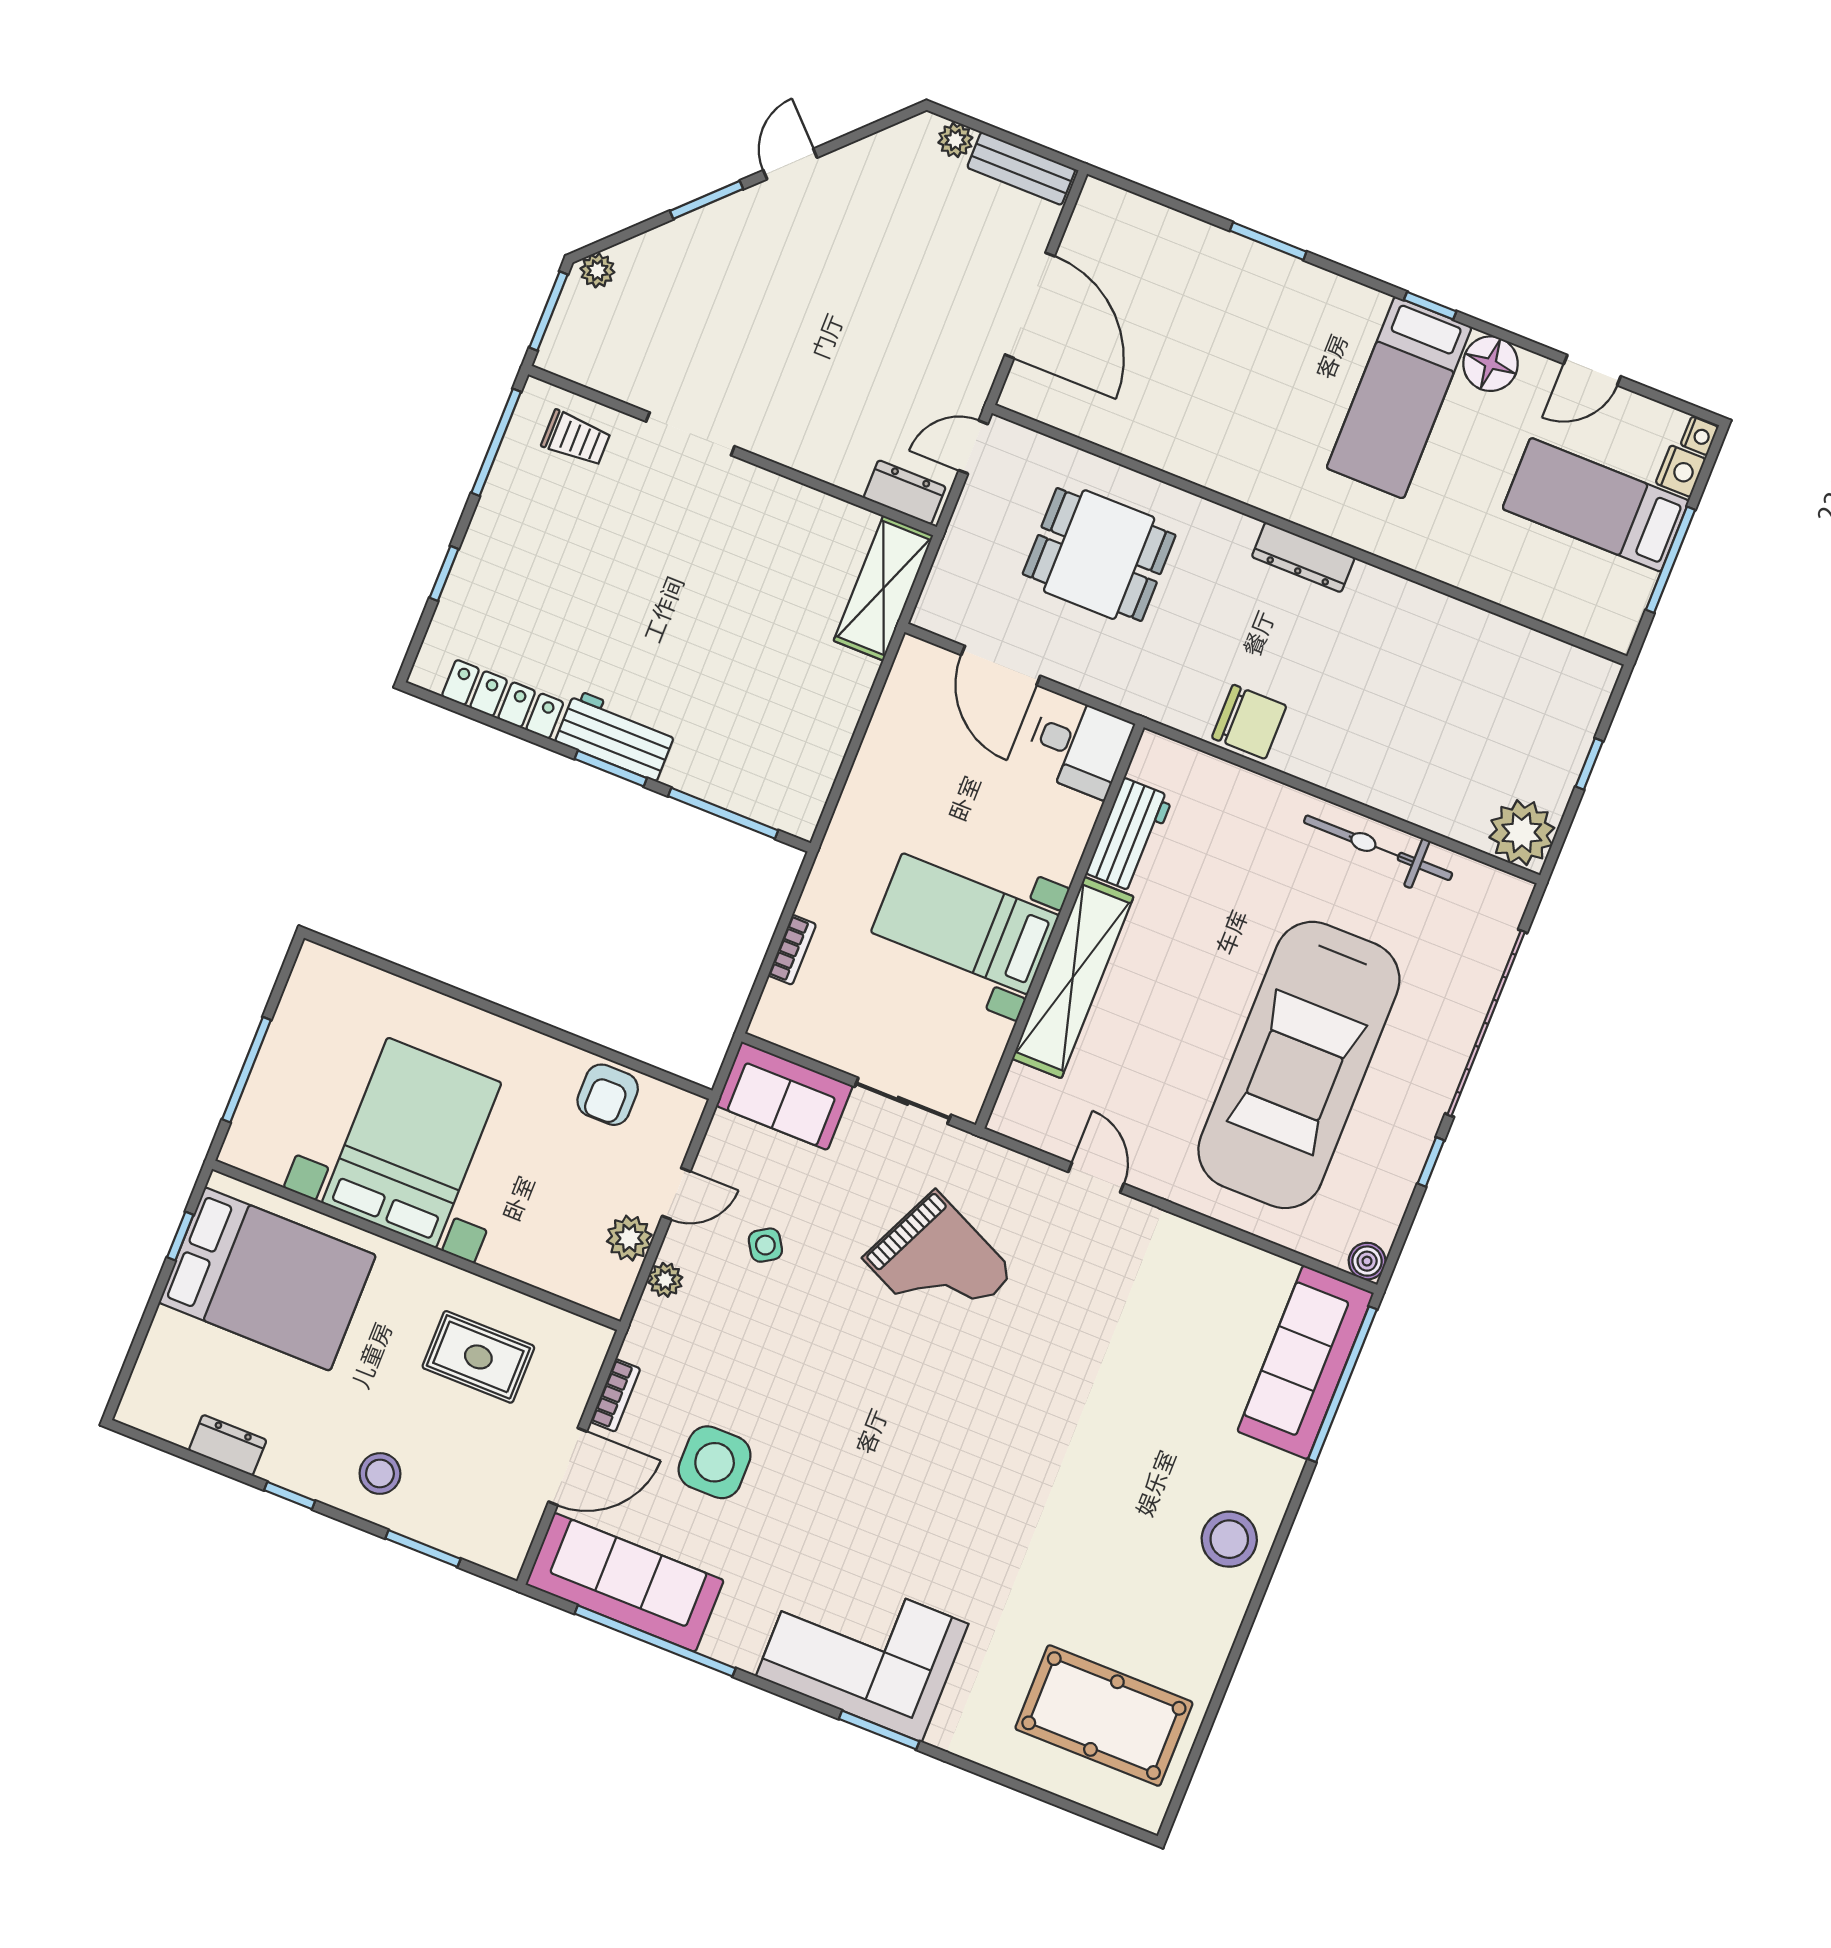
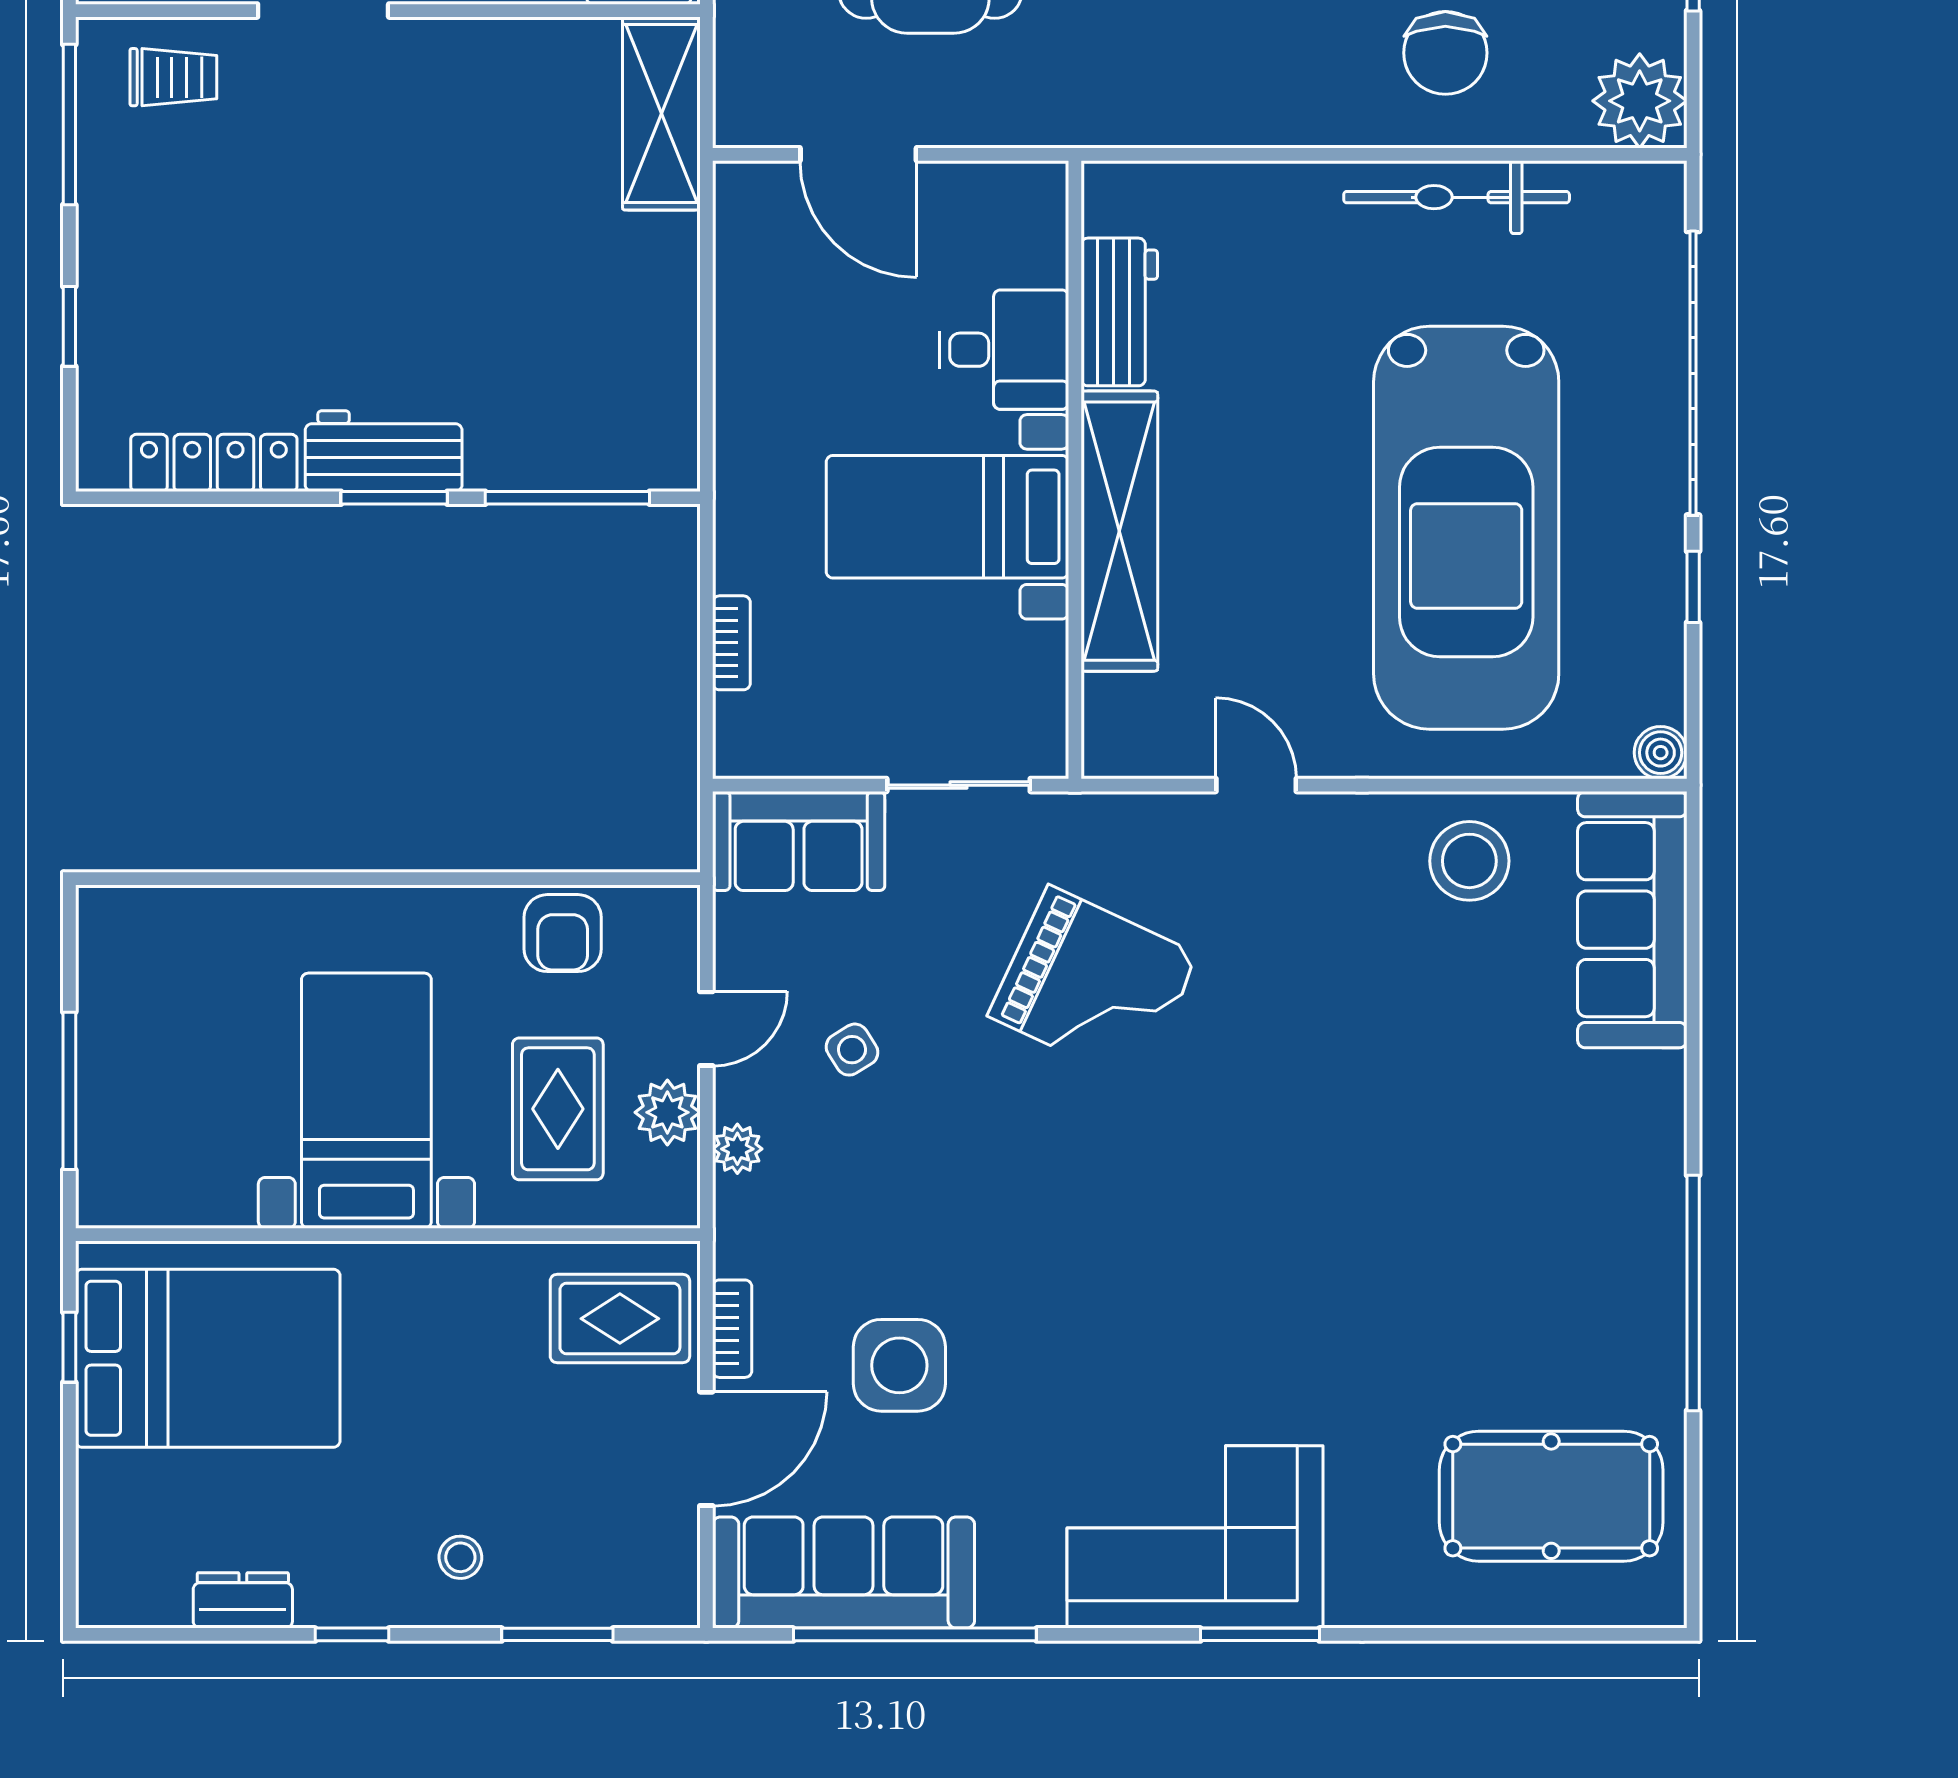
chair: (1249, 722) -> (1445, 53), moved, turned 90
desk: (1078, 746) -> (1004, 350), moved
bed with nightstands: (412, 1143) -> (366, 1101), width x0.73
rug: (559, 1208) -> (558, 1109), added
rug: (478, 1357) -> (620, 1319), moved
window: (1342, 1384) -> (1693, 1293), moved
stool: (380, 1473) -> (460, 1557), width x0.73, depth x0.73
stool: (1229, 1539) -> (1469, 861), moved

